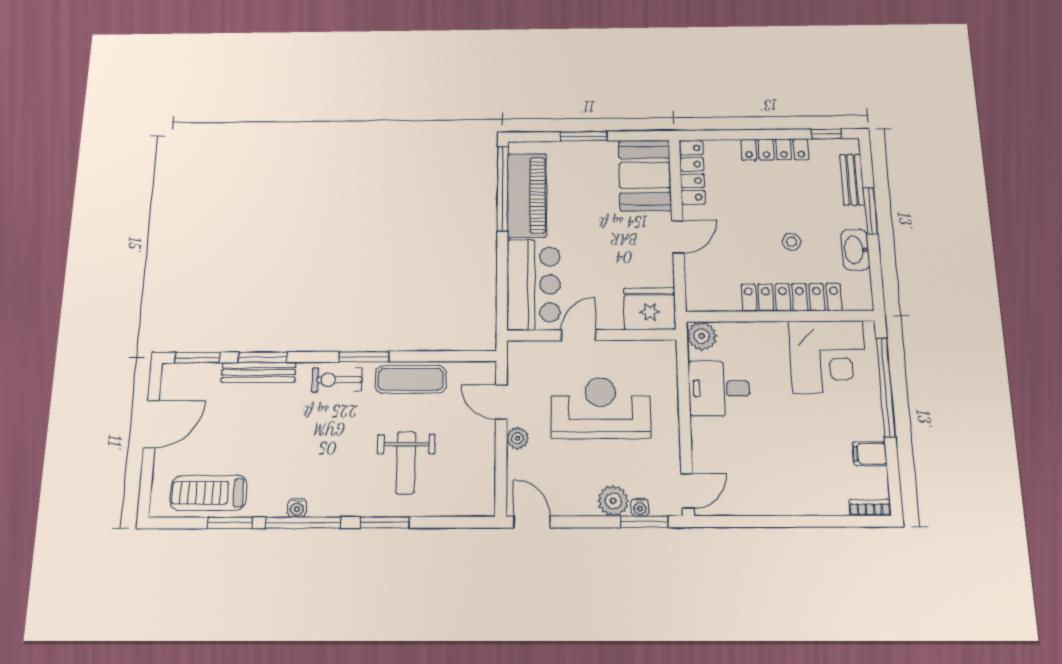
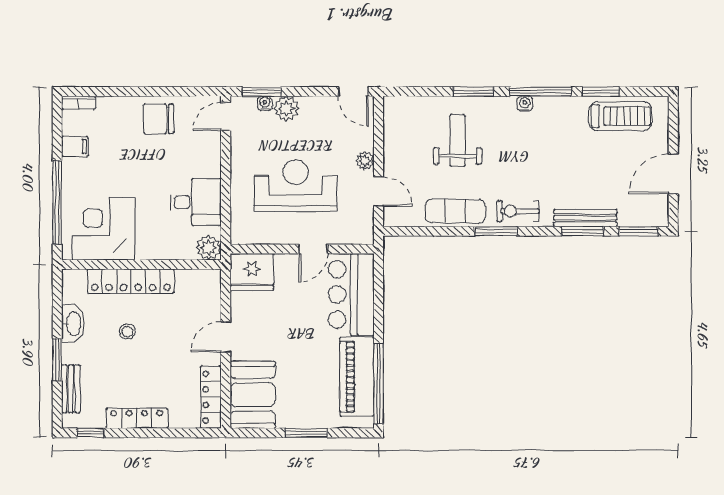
exercise bike: (337, 380) -> (518, 211), turned 180
reception desk: (601, 408) -> (295, 186), turned 180
chair: (770, 488) -> (159, 119), added
water cooler: (297, 508) -> (525, 104), moved

